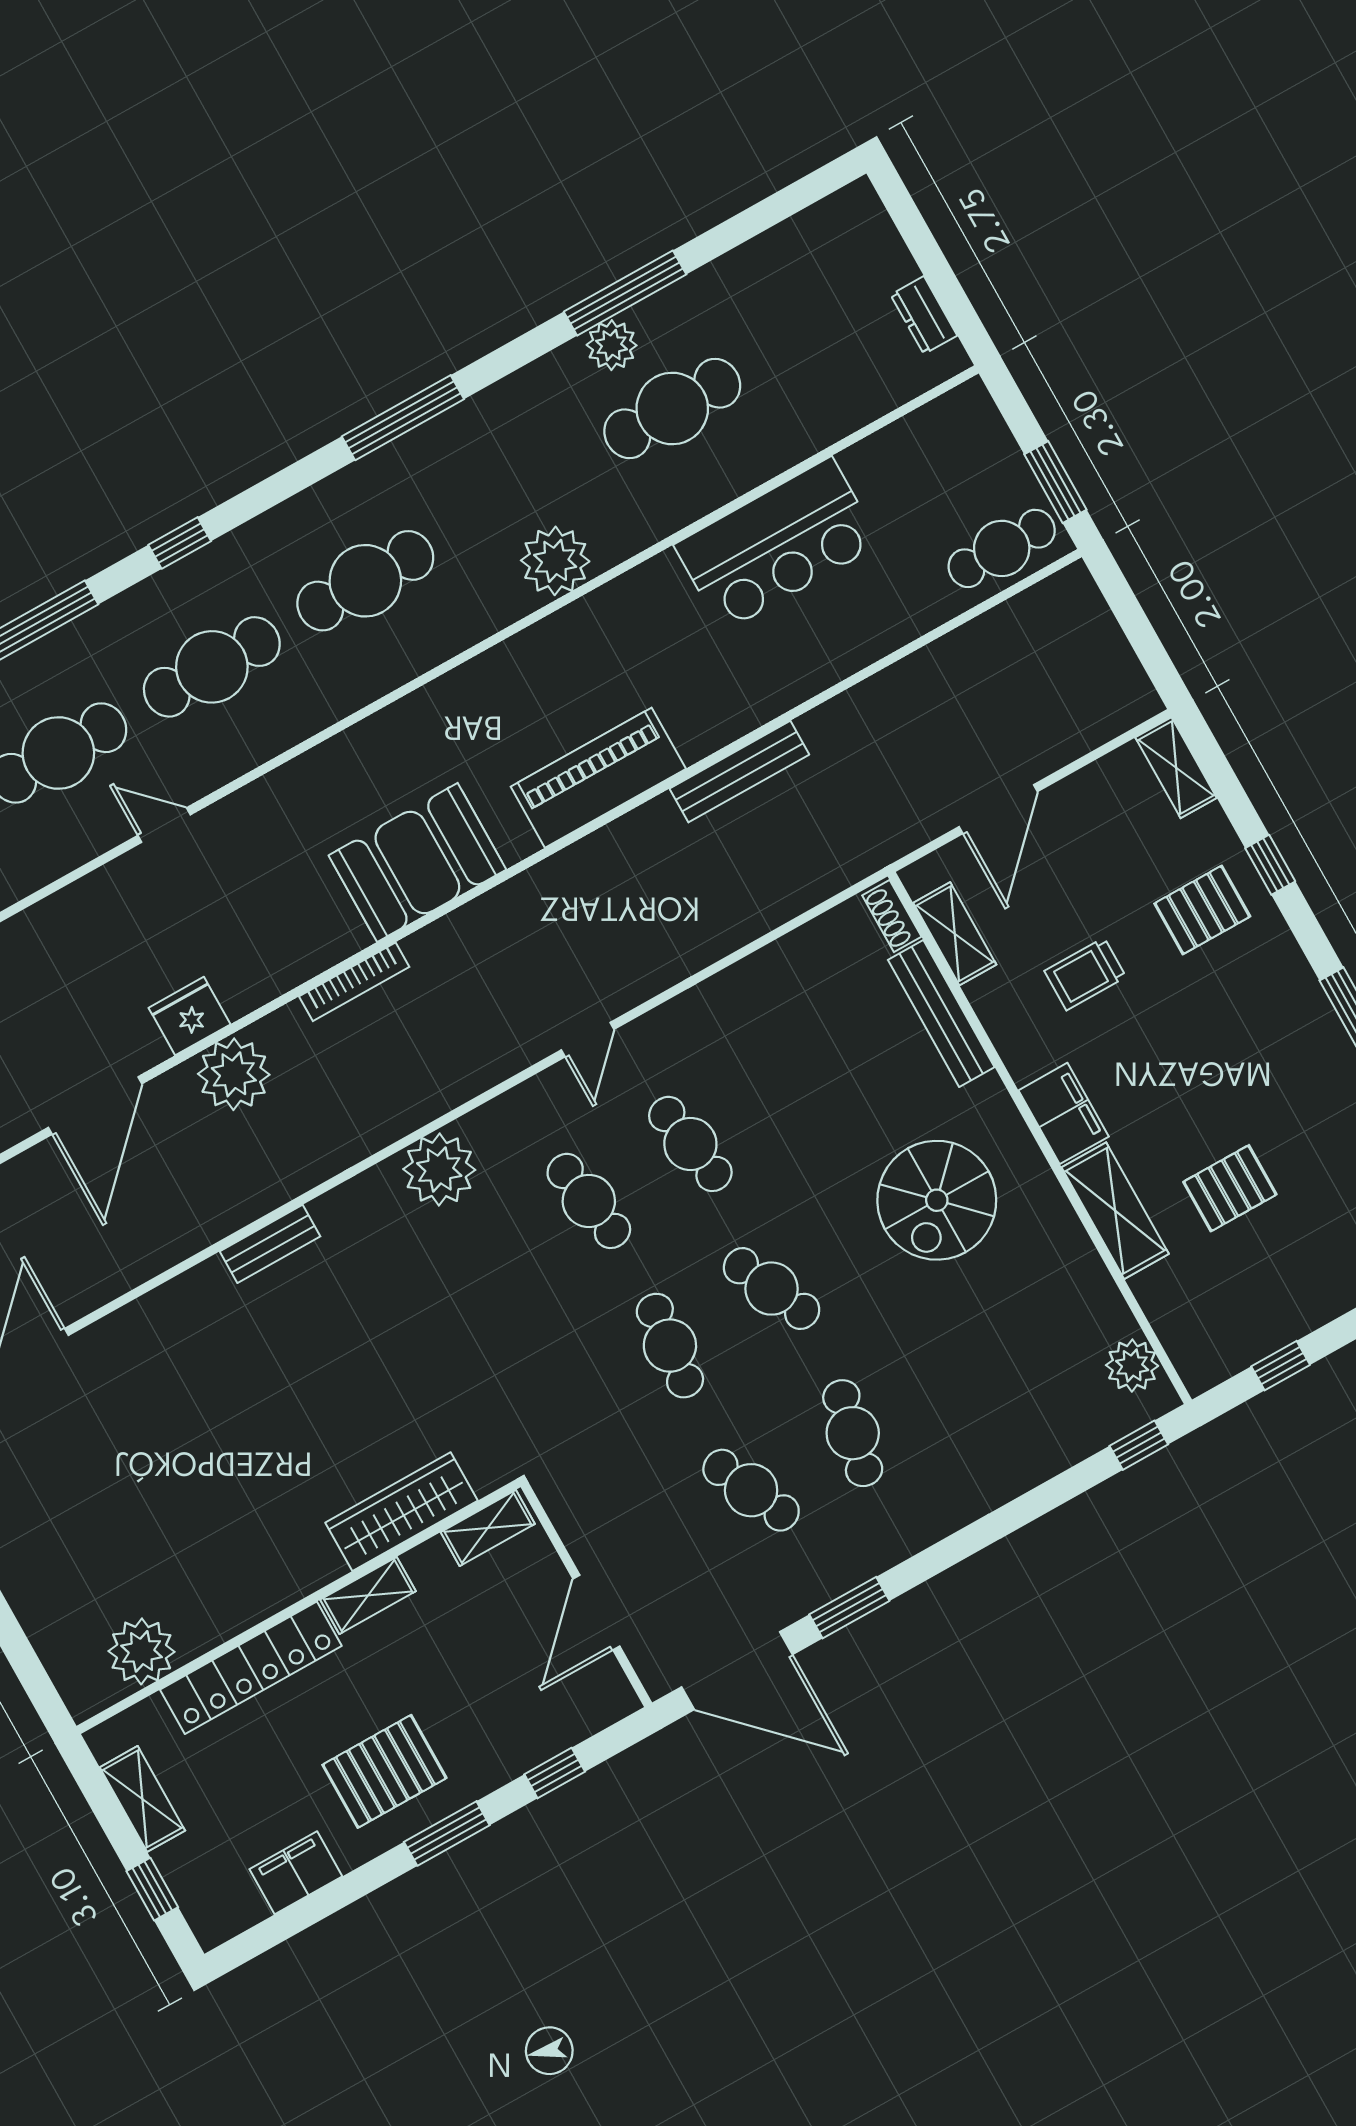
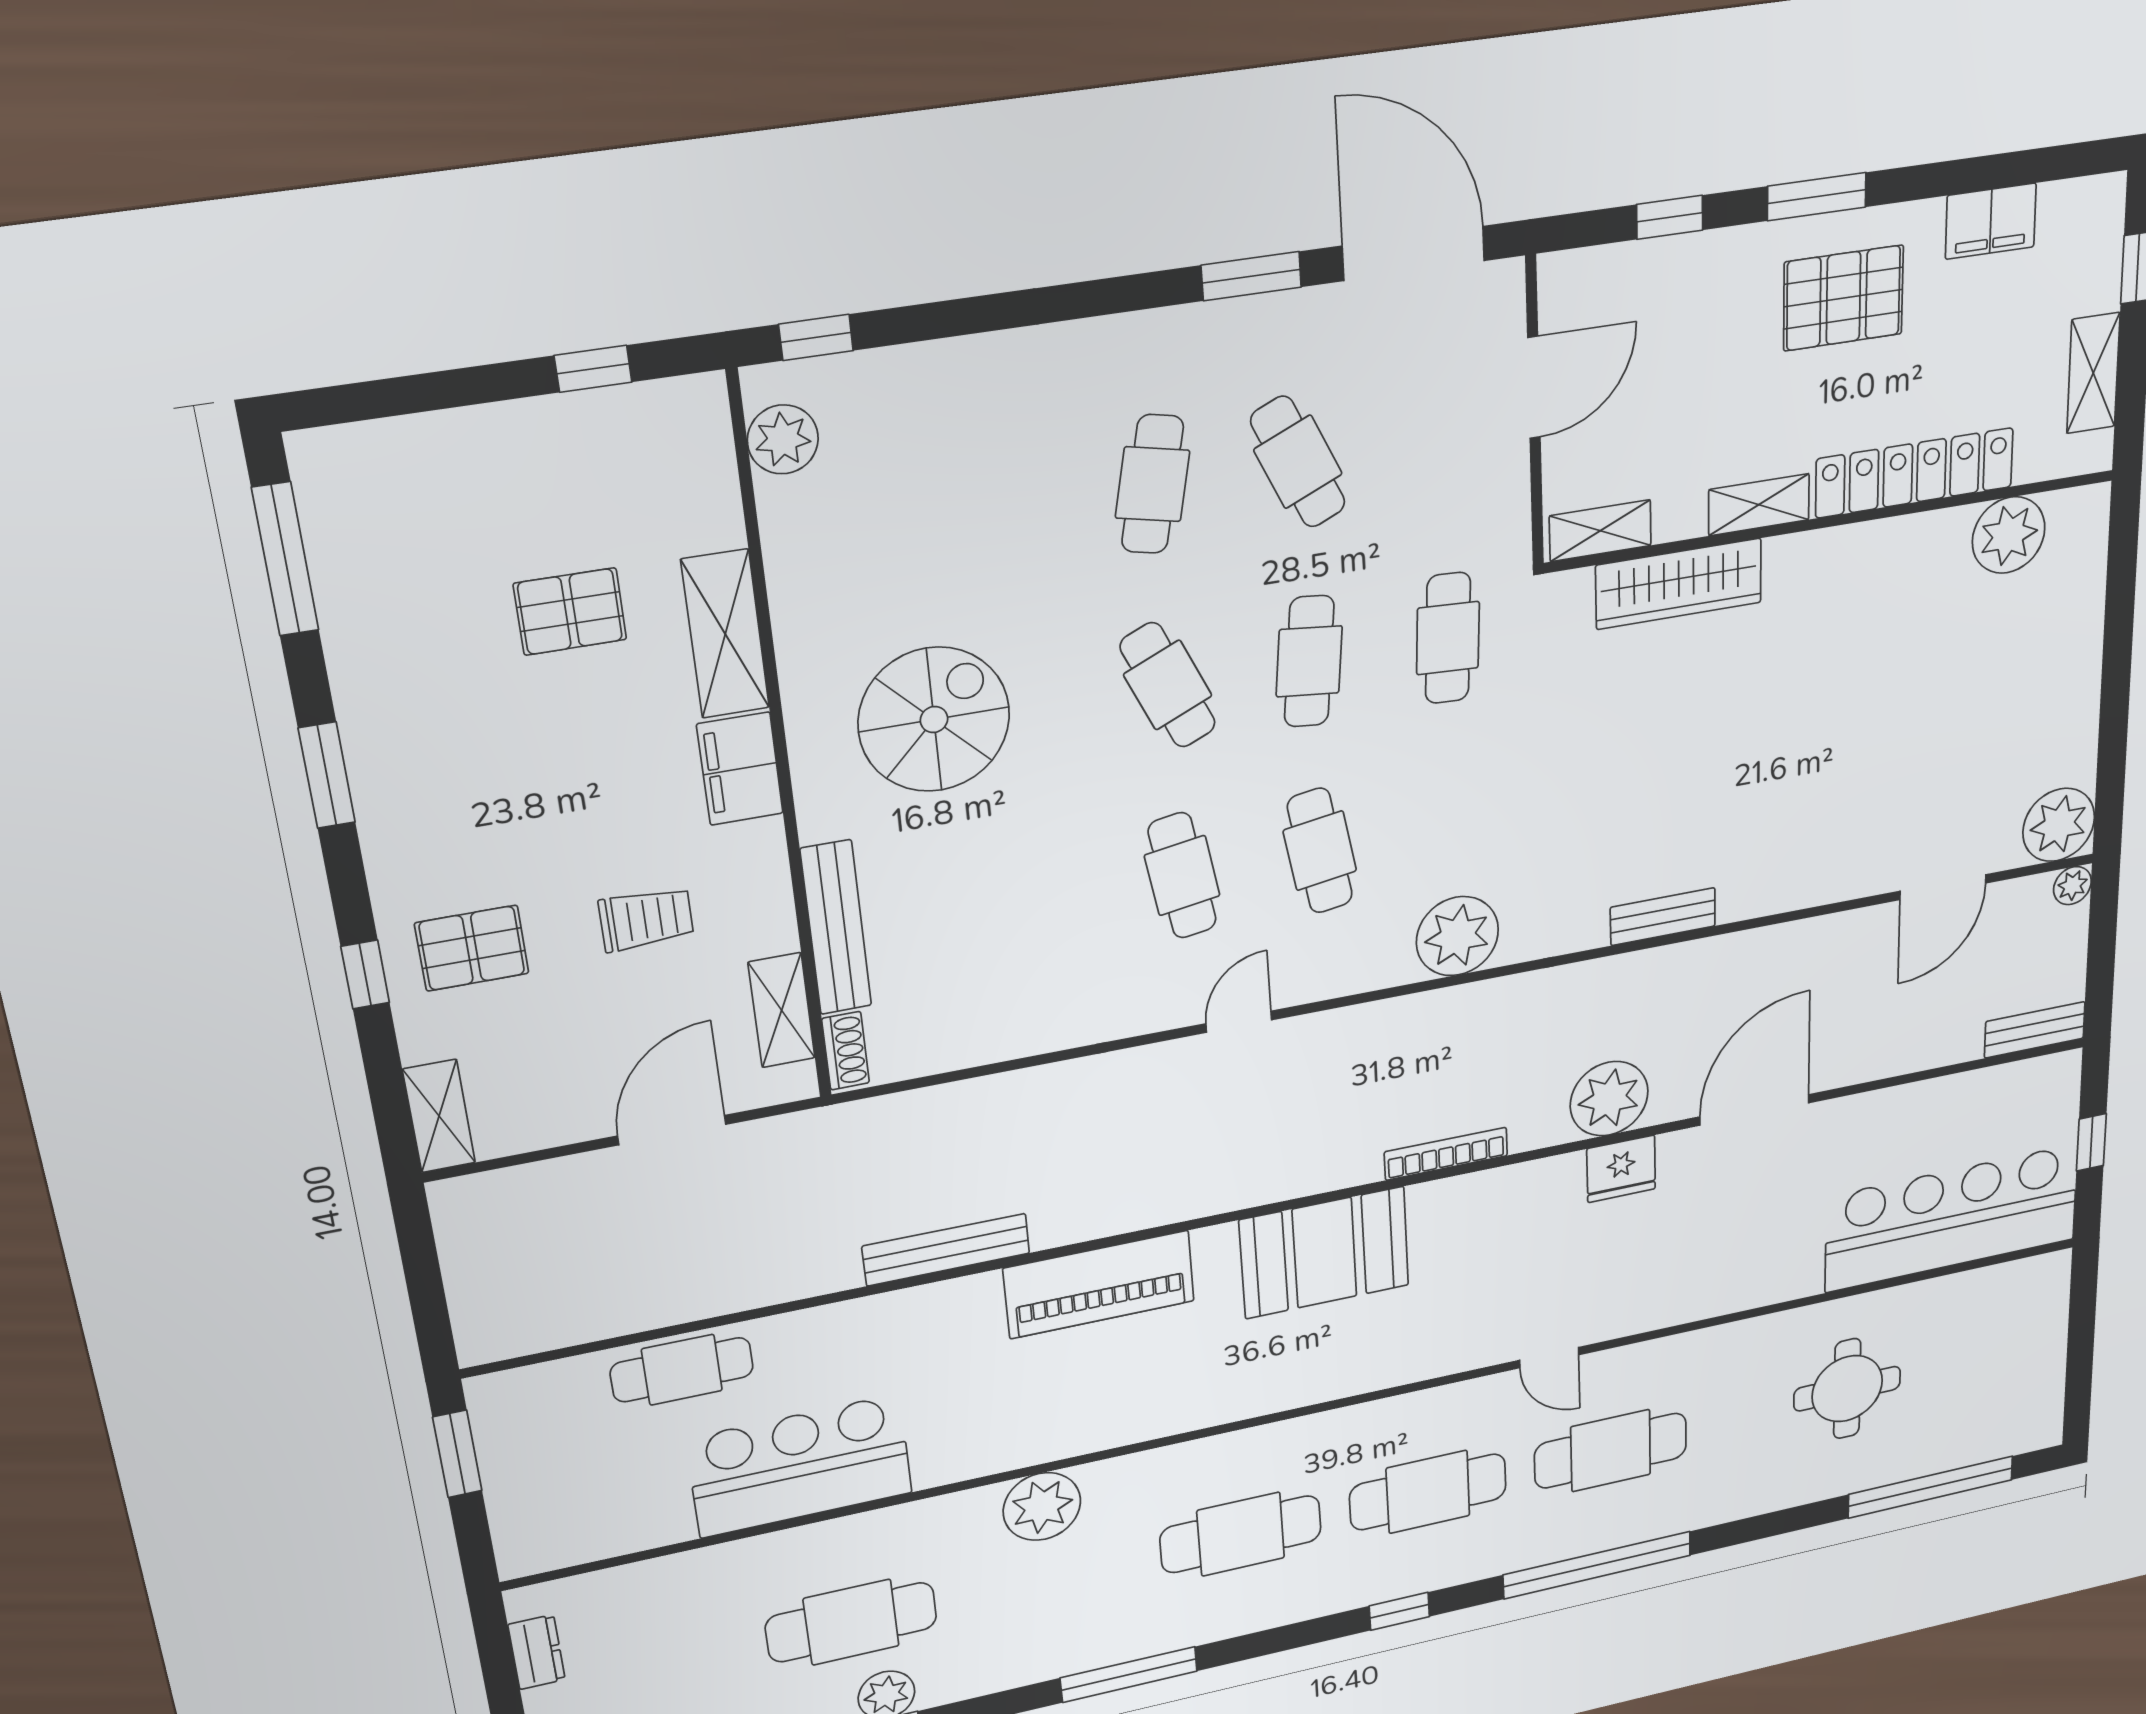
cafe table: (1002, 548) -> (682, 1370), moved
cafe table: (568, 1403) -> (1448, 638), added

